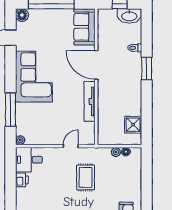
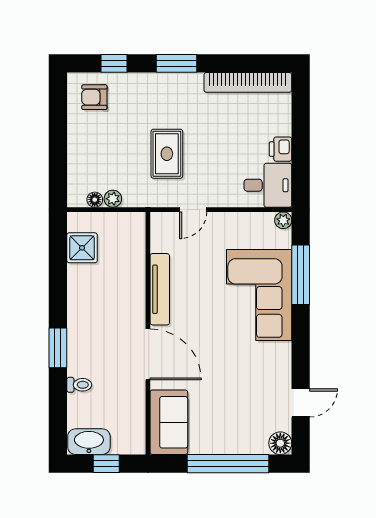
corner sofa: (34, 77) -> (259, 295), moved

